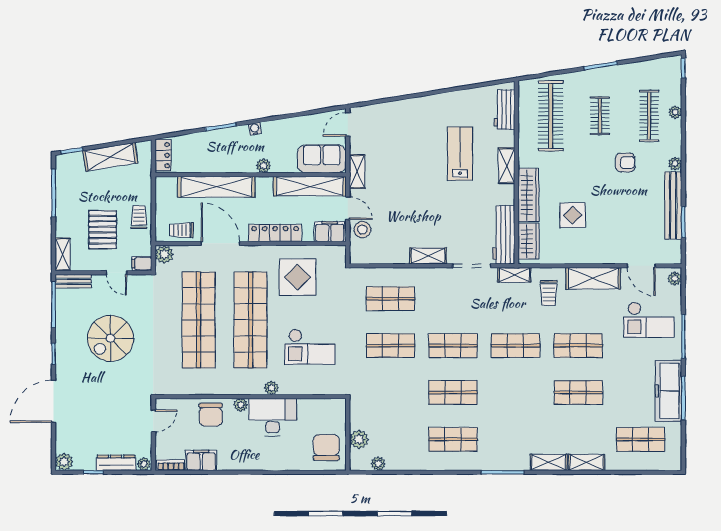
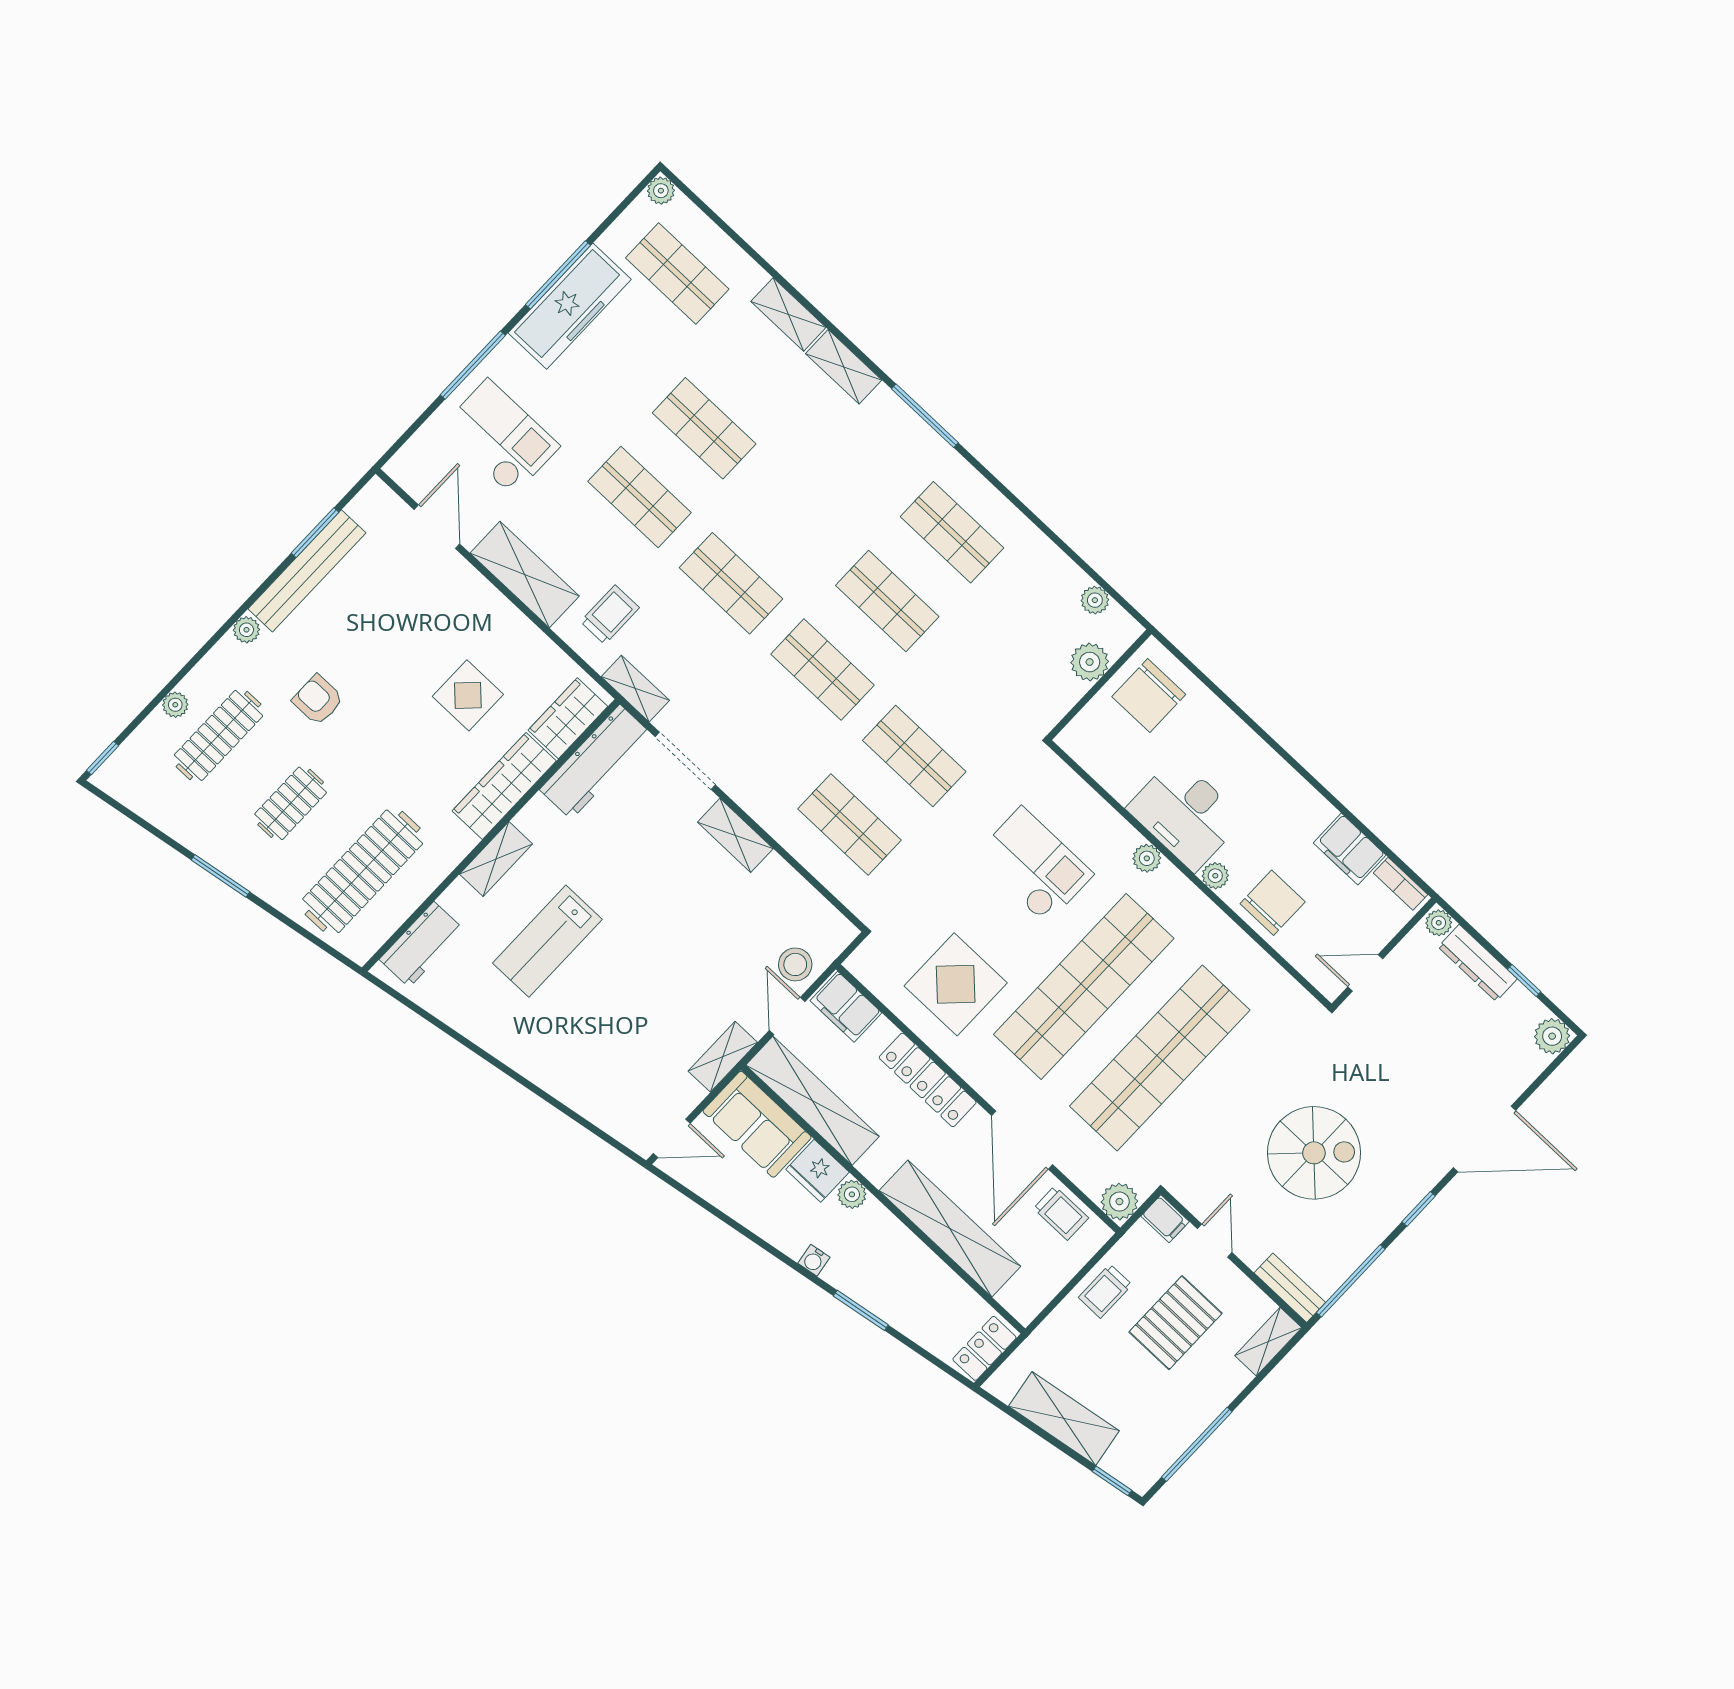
fridge: (284, 163) -> (817, 1171), added
plant: (675, 279) -> (661, 191), moved

